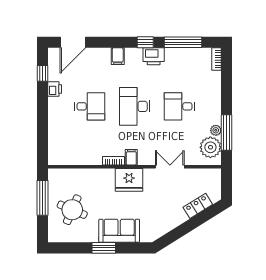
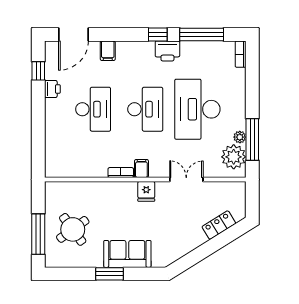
filing cabinet: (118, 56) -> (108, 51), moved
desk: (90, 106) -> (93, 109), width x1.37
desk: (135, 106) -> (145, 109), turned 180
desk: (179, 106) -> (197, 109), width x1.87, depth x1.30
fridge: (129, 180) -> (146, 191), width x0.53, depth x0.75
window: (43, 198) -> (38, 234), moved
round table: (72, 210) -> (73, 229), turned 31

